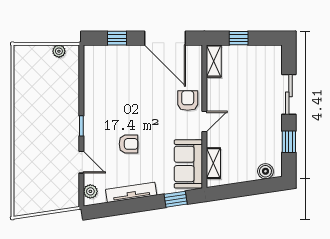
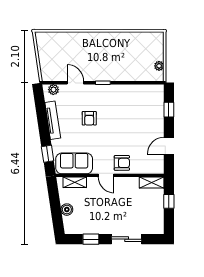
door: (165, 38) -> (169, 146), width x0.53
door: (81, 162) -> (75, 83), swing flipped
boiler: (265, 171) -> (67, 210), moved

